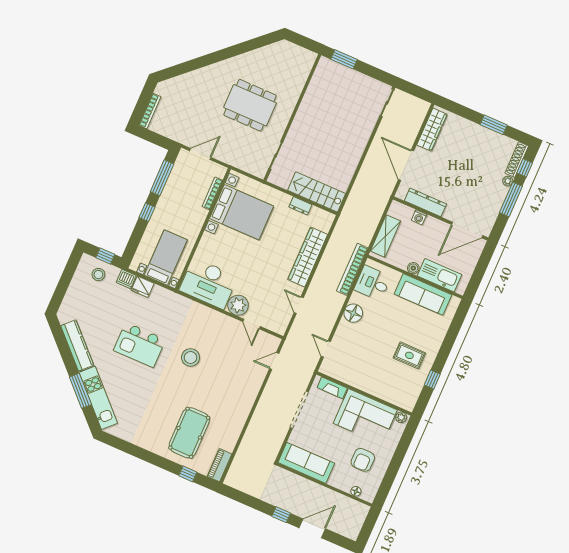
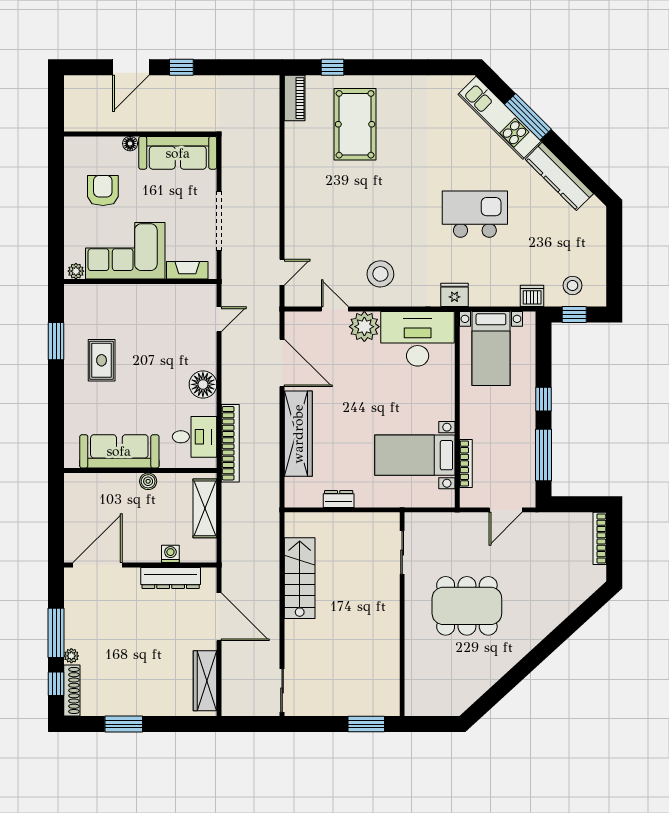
stairs: (317, 192) -> (300, 578), moved, turned -90
bed with nightstands: (242, 212) -> (415, 455), width x0.73
kitchen sink: (440, 275) -> (108, 487), removed
fridge: (143, 287) -> (454, 295), moved
door: (299, 305) -> (282, 363), width x1.88
door: (326, 349) -> (219, 319), hinge flipped
rug: (409, 355) -> (102, 360), turned 90
stool: (191, 357) -> (380, 274), moved
window: (432, 379) -> (56, 341), width x1.50
floor lamp: (356, 491) -> (130, 144), moved

